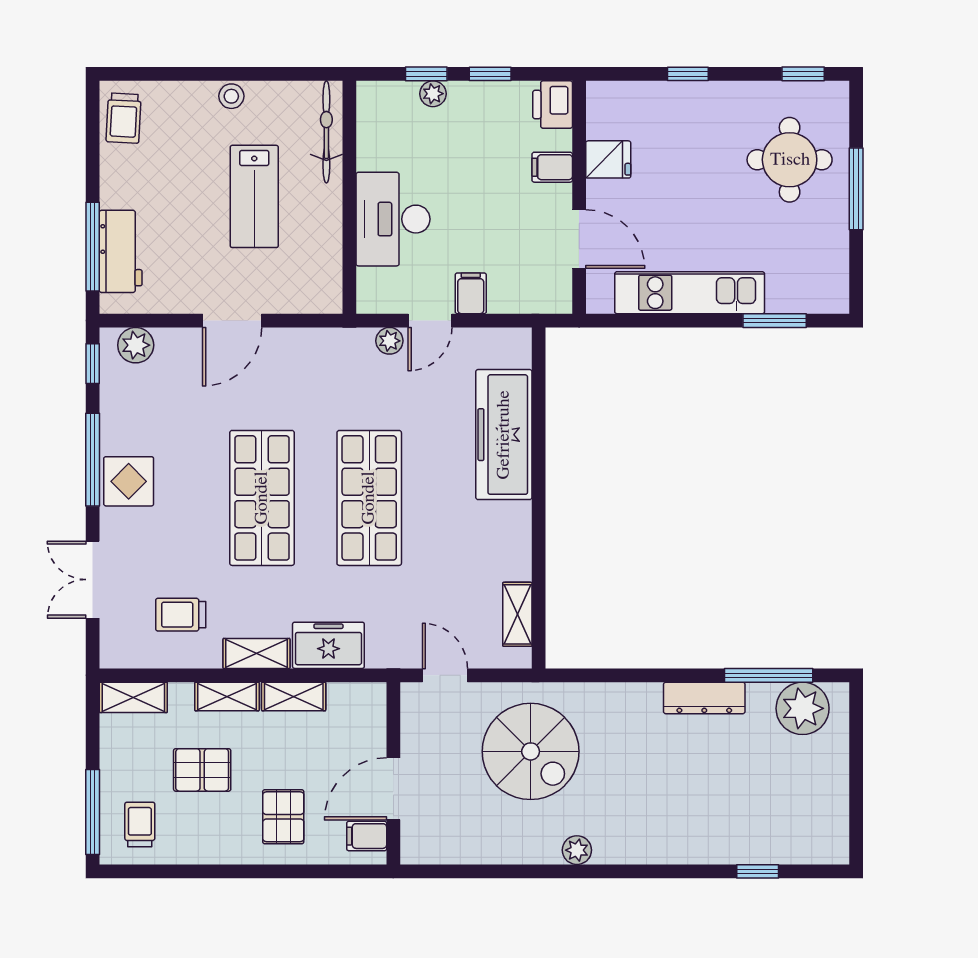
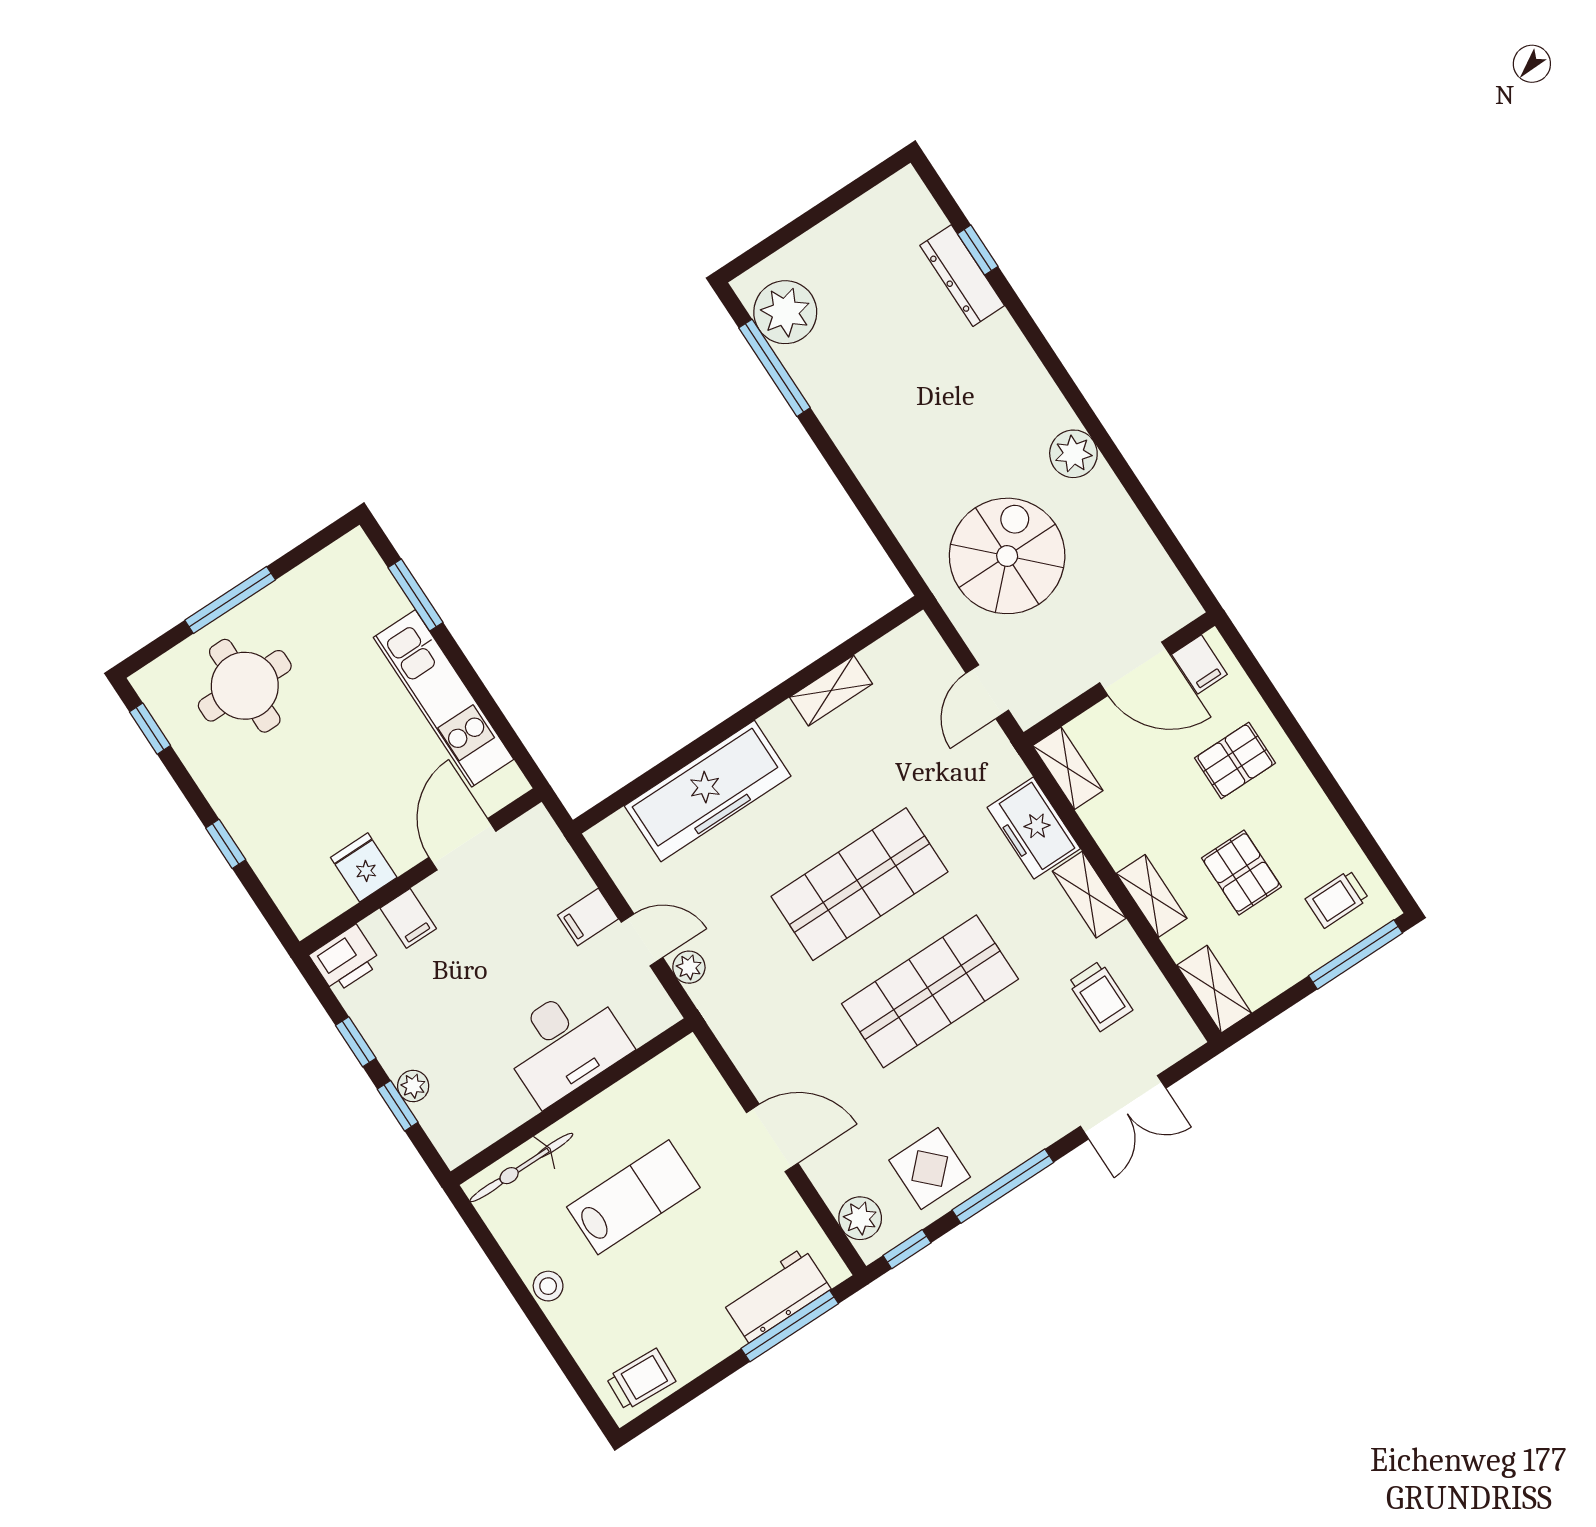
display table: (129, 481) -> (930, 1169), moved
shelving: (517, 614) -> (831, 691), moved
shelving: (294, 696) -> (1068, 768), moved
dresser: (704, 698) -> (962, 276), moved, turned 180
plant: (577, 850) -> (1073, 454), width x1.38, depth x1.38

